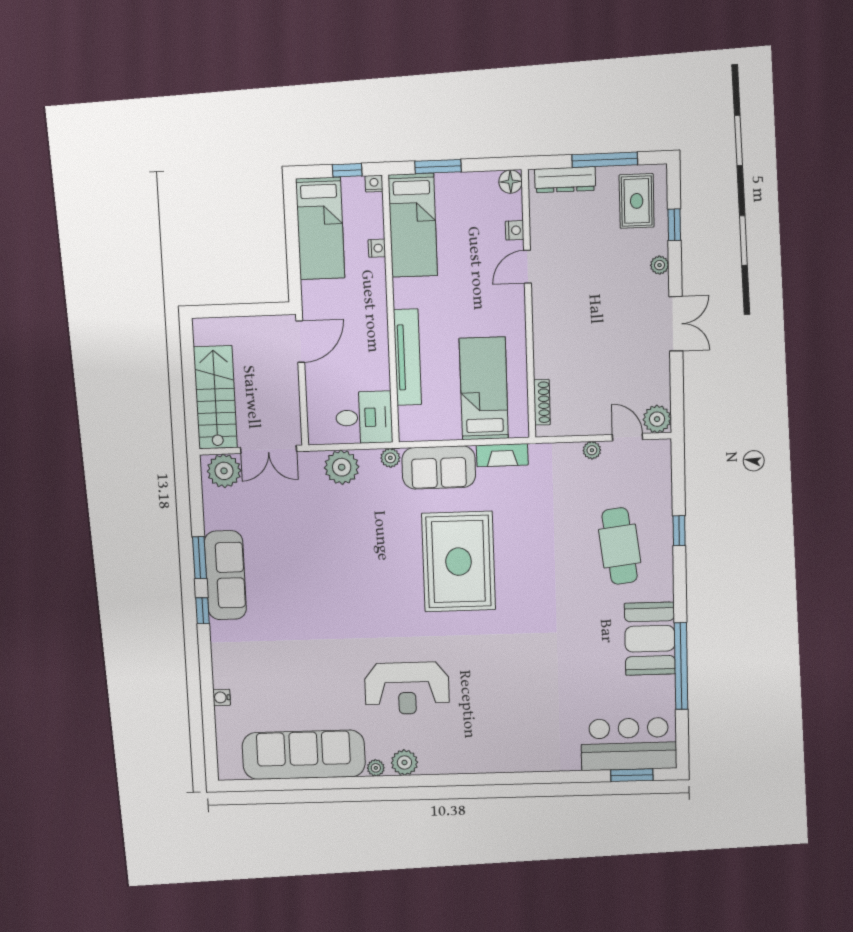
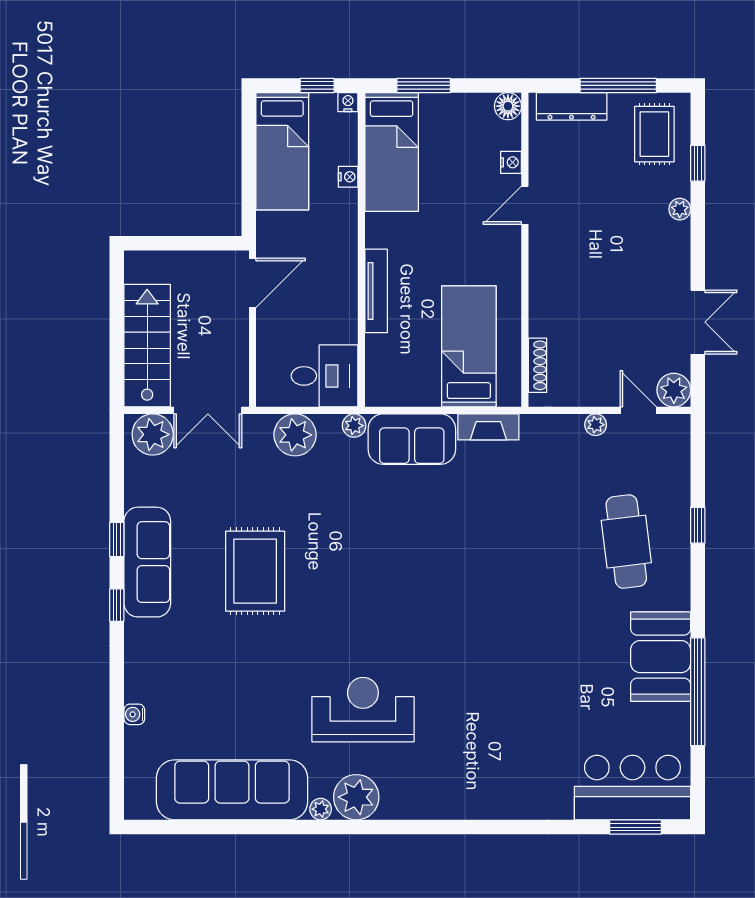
double door: (676, 324) -> (698, 322), moved
tv unit: (408, 357) -> (376, 291), width x0.73, depth x0.78
window: (199, 558) -> (117, 540), width x0.67
rug: (459, 562) -> (255, 571), moved, width x0.73, depth x0.69
reception desk: (407, 688) -> (363, 710), turned 180
plant: (404, 762) -> (356, 797), width x1.36, depth x1.36

